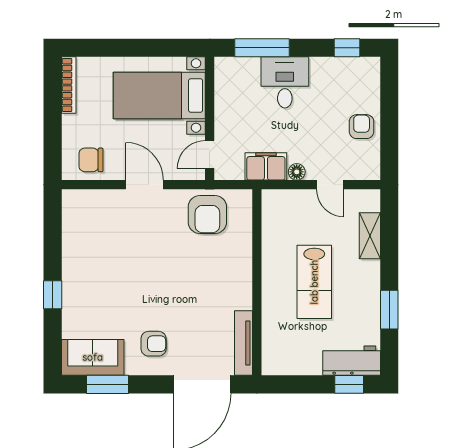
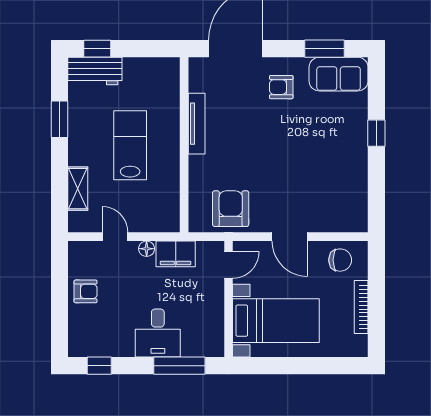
bookcase: (69, 85) -> (361, 307), moved
armchair: (362, 127) -> (86, 291), turned -90
tv unit: (244, 343) -> (197, 124), moved

